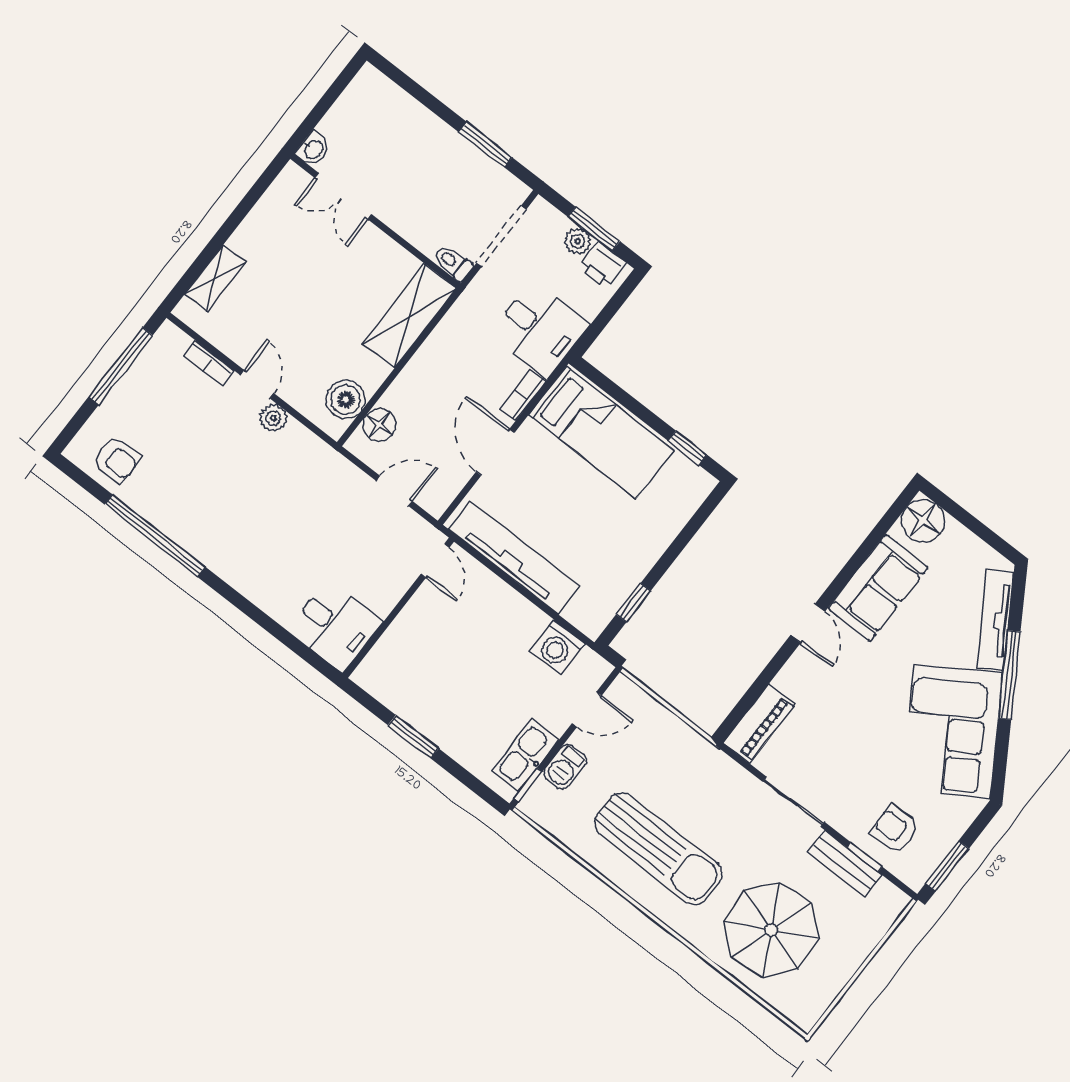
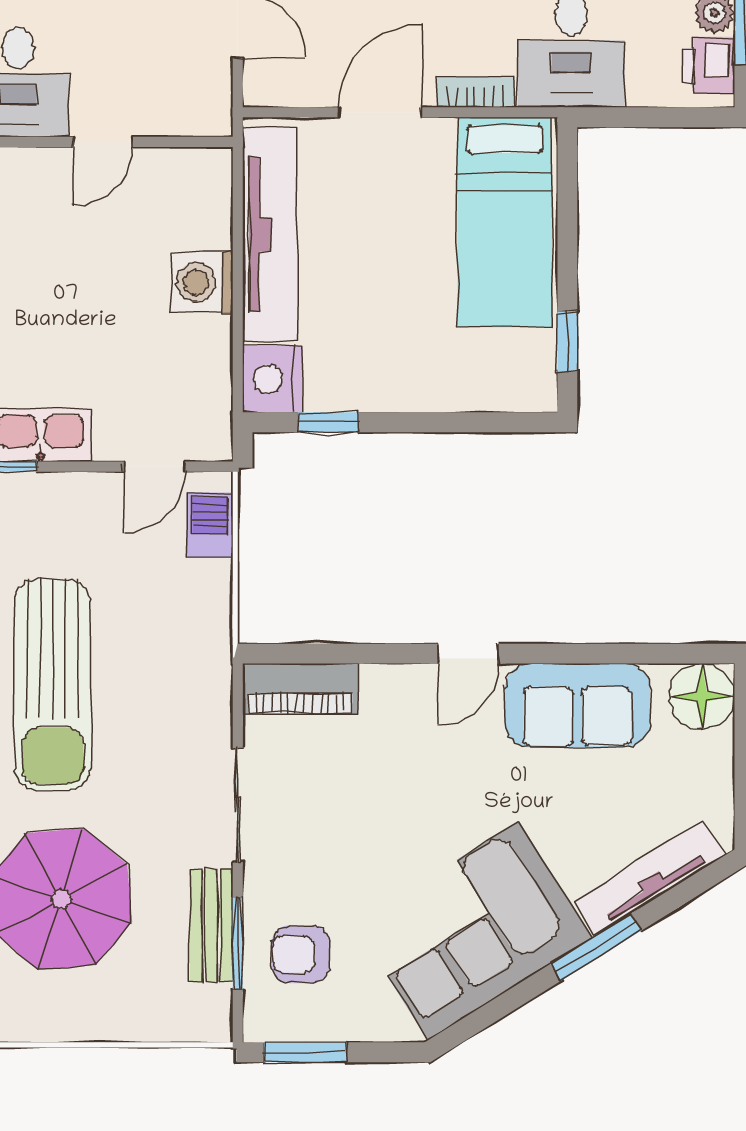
door: (435, 561) -> (103, 142), moved
nightstand: (589, 614) -> (273, 379), added
washing machine: (557, 647) -> (202, 282), moved
window: (1009, 675) -> (596, 947), width x0.69
door: (587, 709) -> (155, 467), hinge flipped
barbecue: (565, 767) -> (210, 525), moved, turned 90
armchair: (895, 829) -> (301, 954), turned -90
window: (864, 857) -> (238, 943), width x1.50

